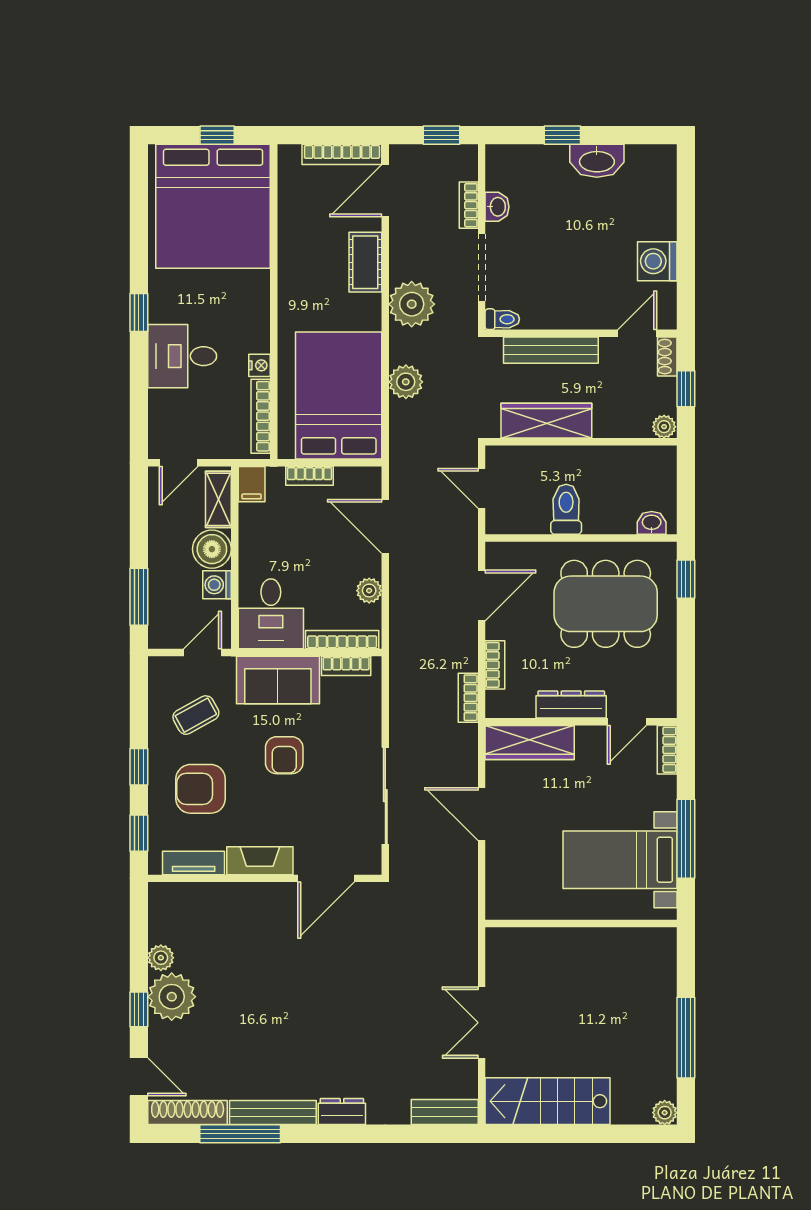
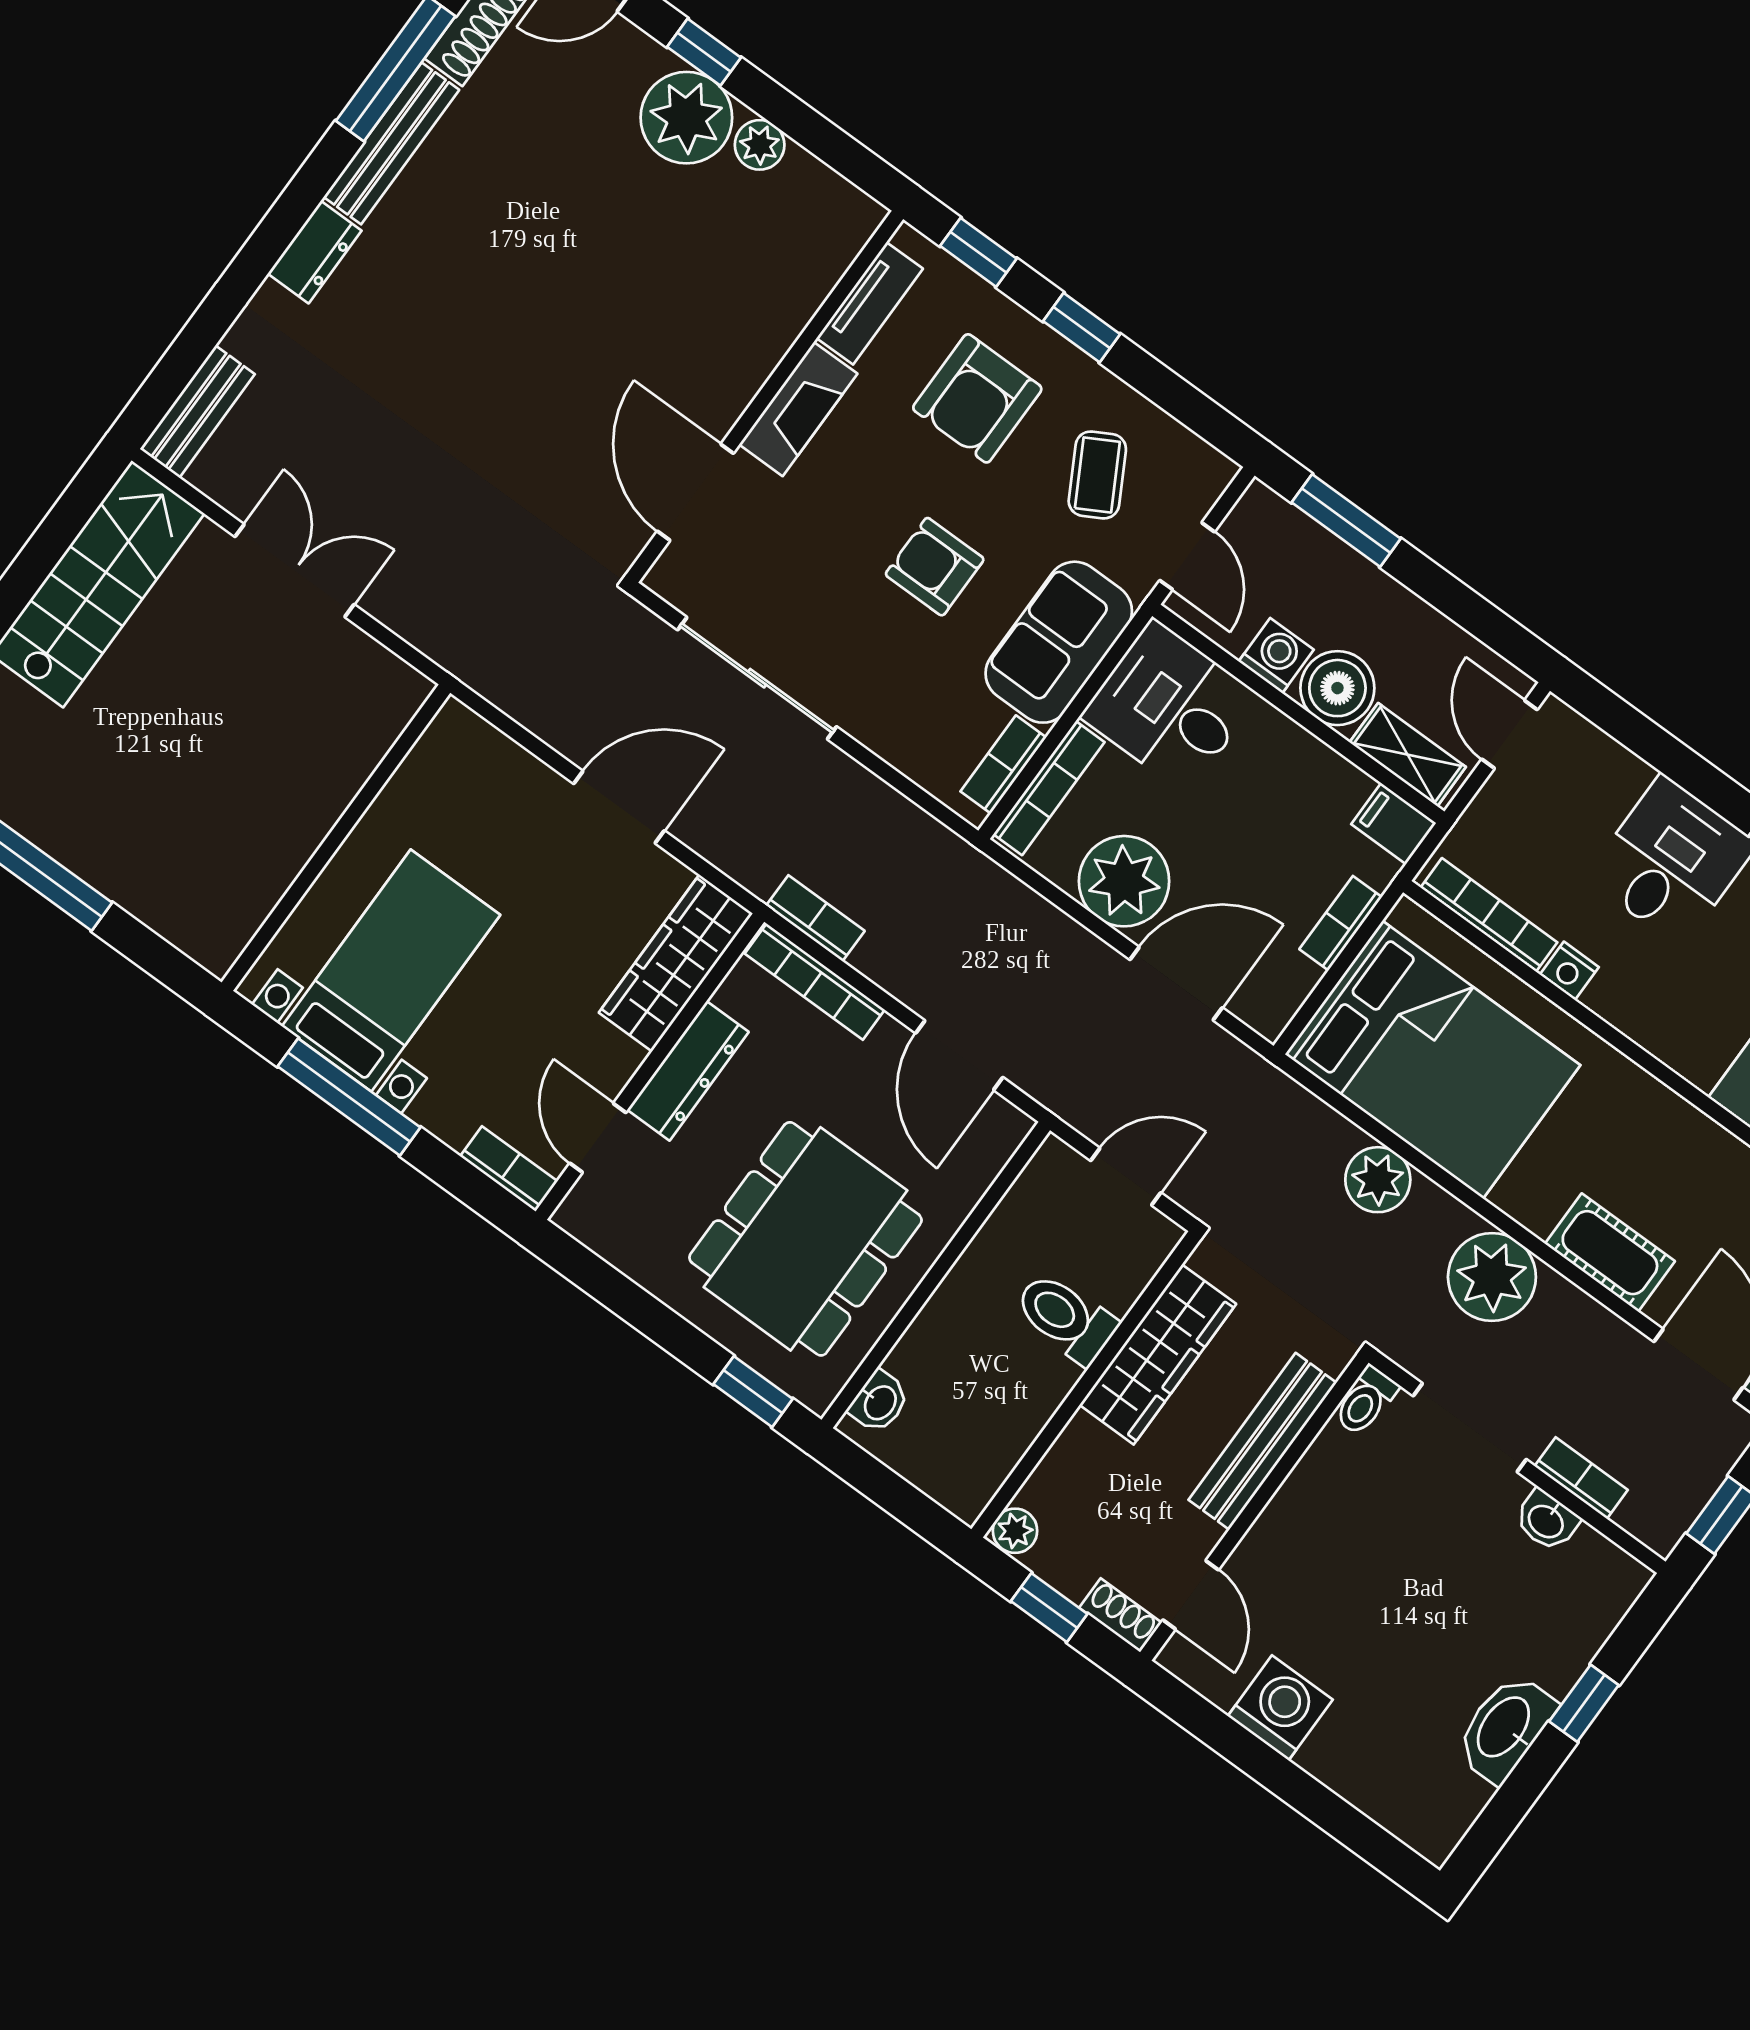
toilet: (566, 509) -> (1066, 1318), moved, turned 180
plant: (369, 591) -> (1124, 881), width x1.87, depth x1.87
bookcase: (495, 665) -> (815, 982), width x1.56
armchair: (201, 789) -> (977, 398), turned 180

